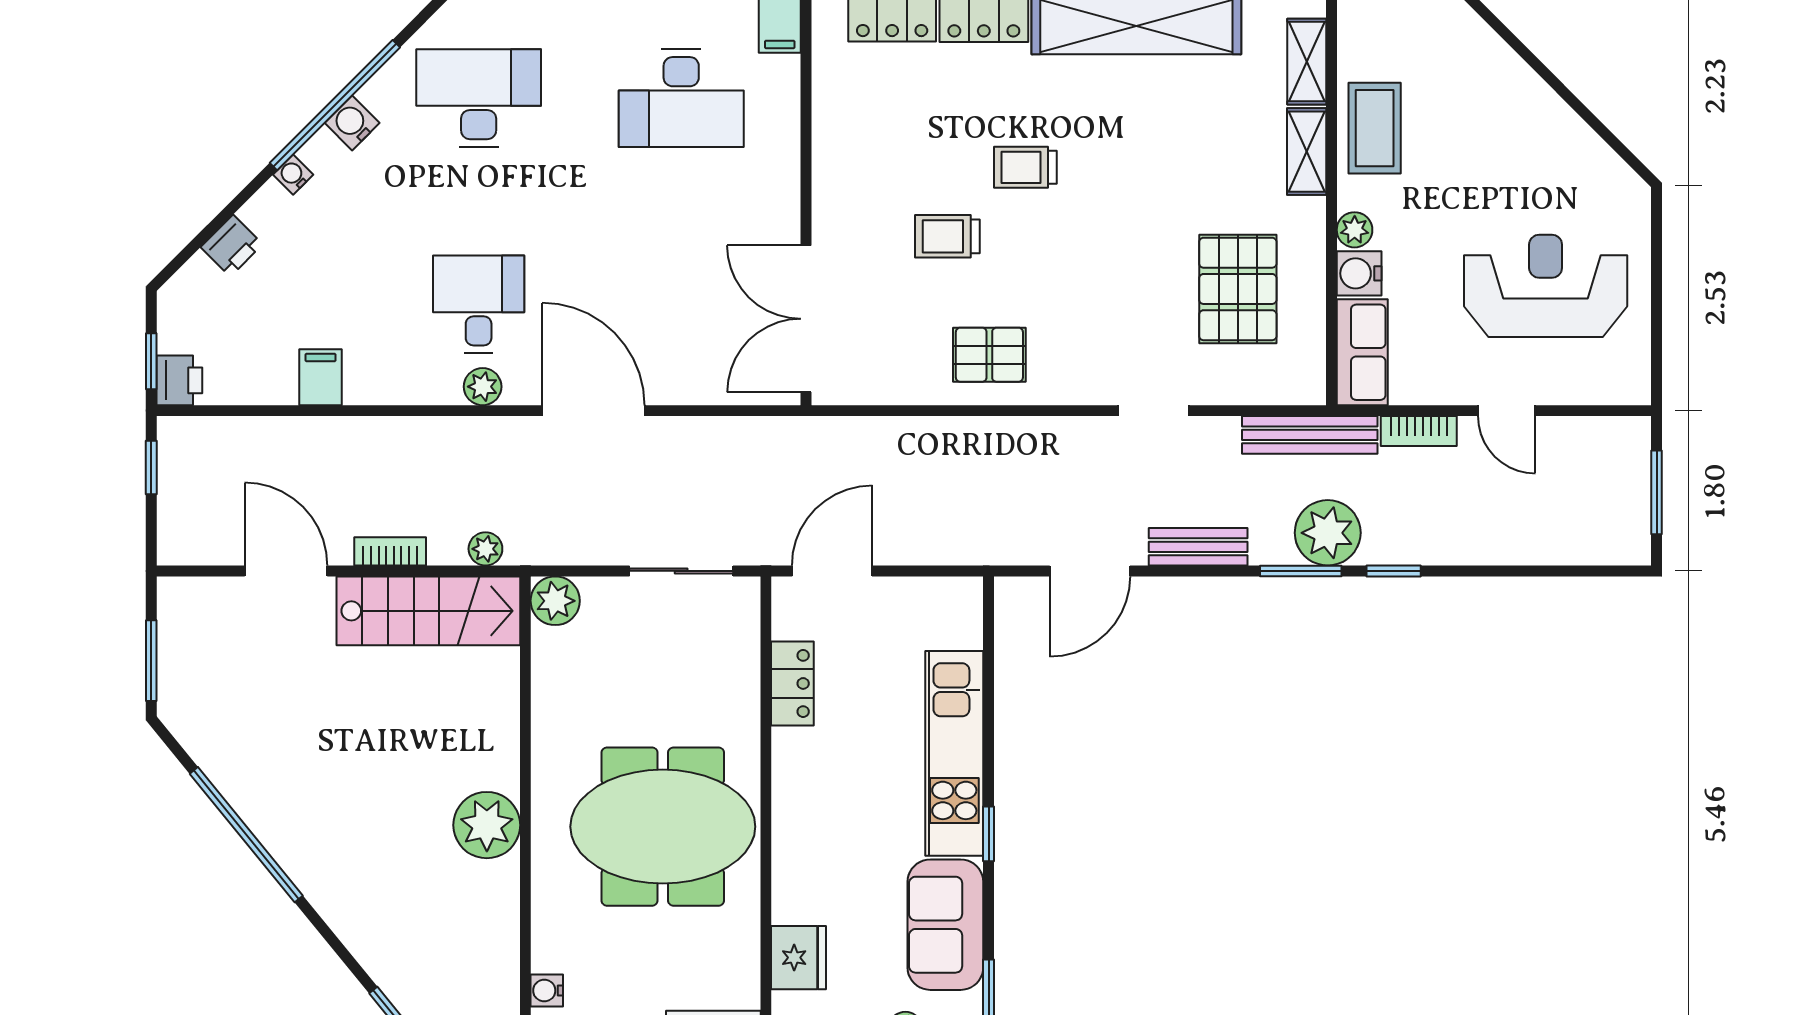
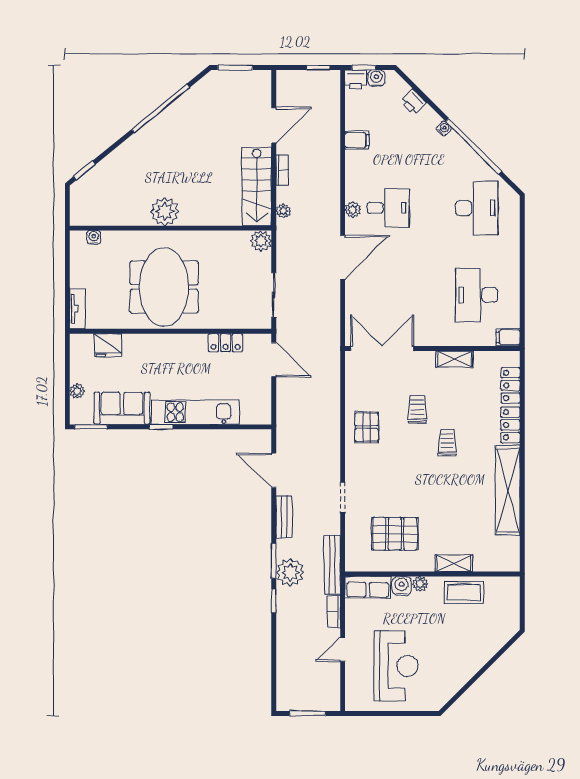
shelving: (1307, 62) -> (454, 359), moved
water cooler: (352, 123) -> (376, 78), moved, turned -45

